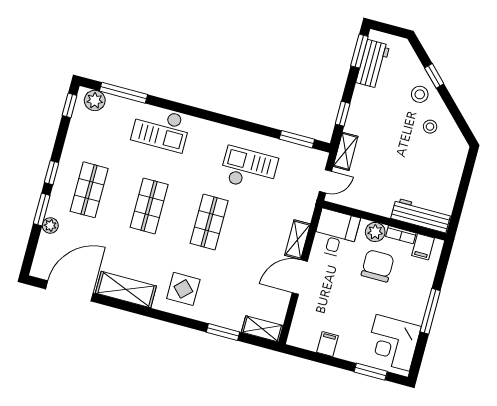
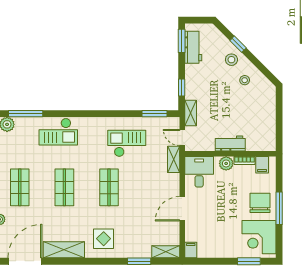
door: (325, 181) -> (182, 138), swing flipped
workbench: (421, 215) -> (230, 144), moved, width x0.73
shelving: (297, 240) -> (174, 159), moved
chair: (378, 266) -> (260, 203), moved
filing cabinet: (328, 344) -> (191, 250), moved

